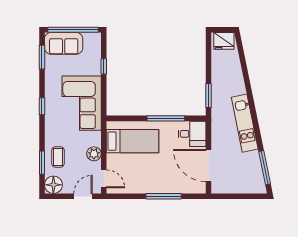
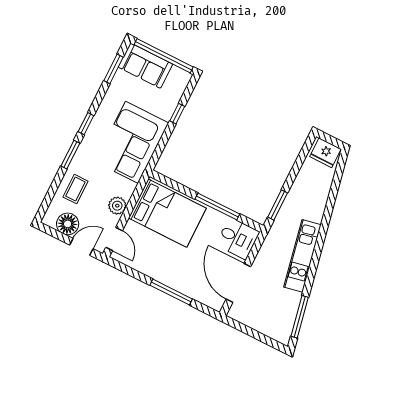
bed: (133, 141) -> (167, 213), width x1.50
window: (42, 163) -> (70, 155), moved
floor lamp: (53, 185) -> (68, 224), moved

